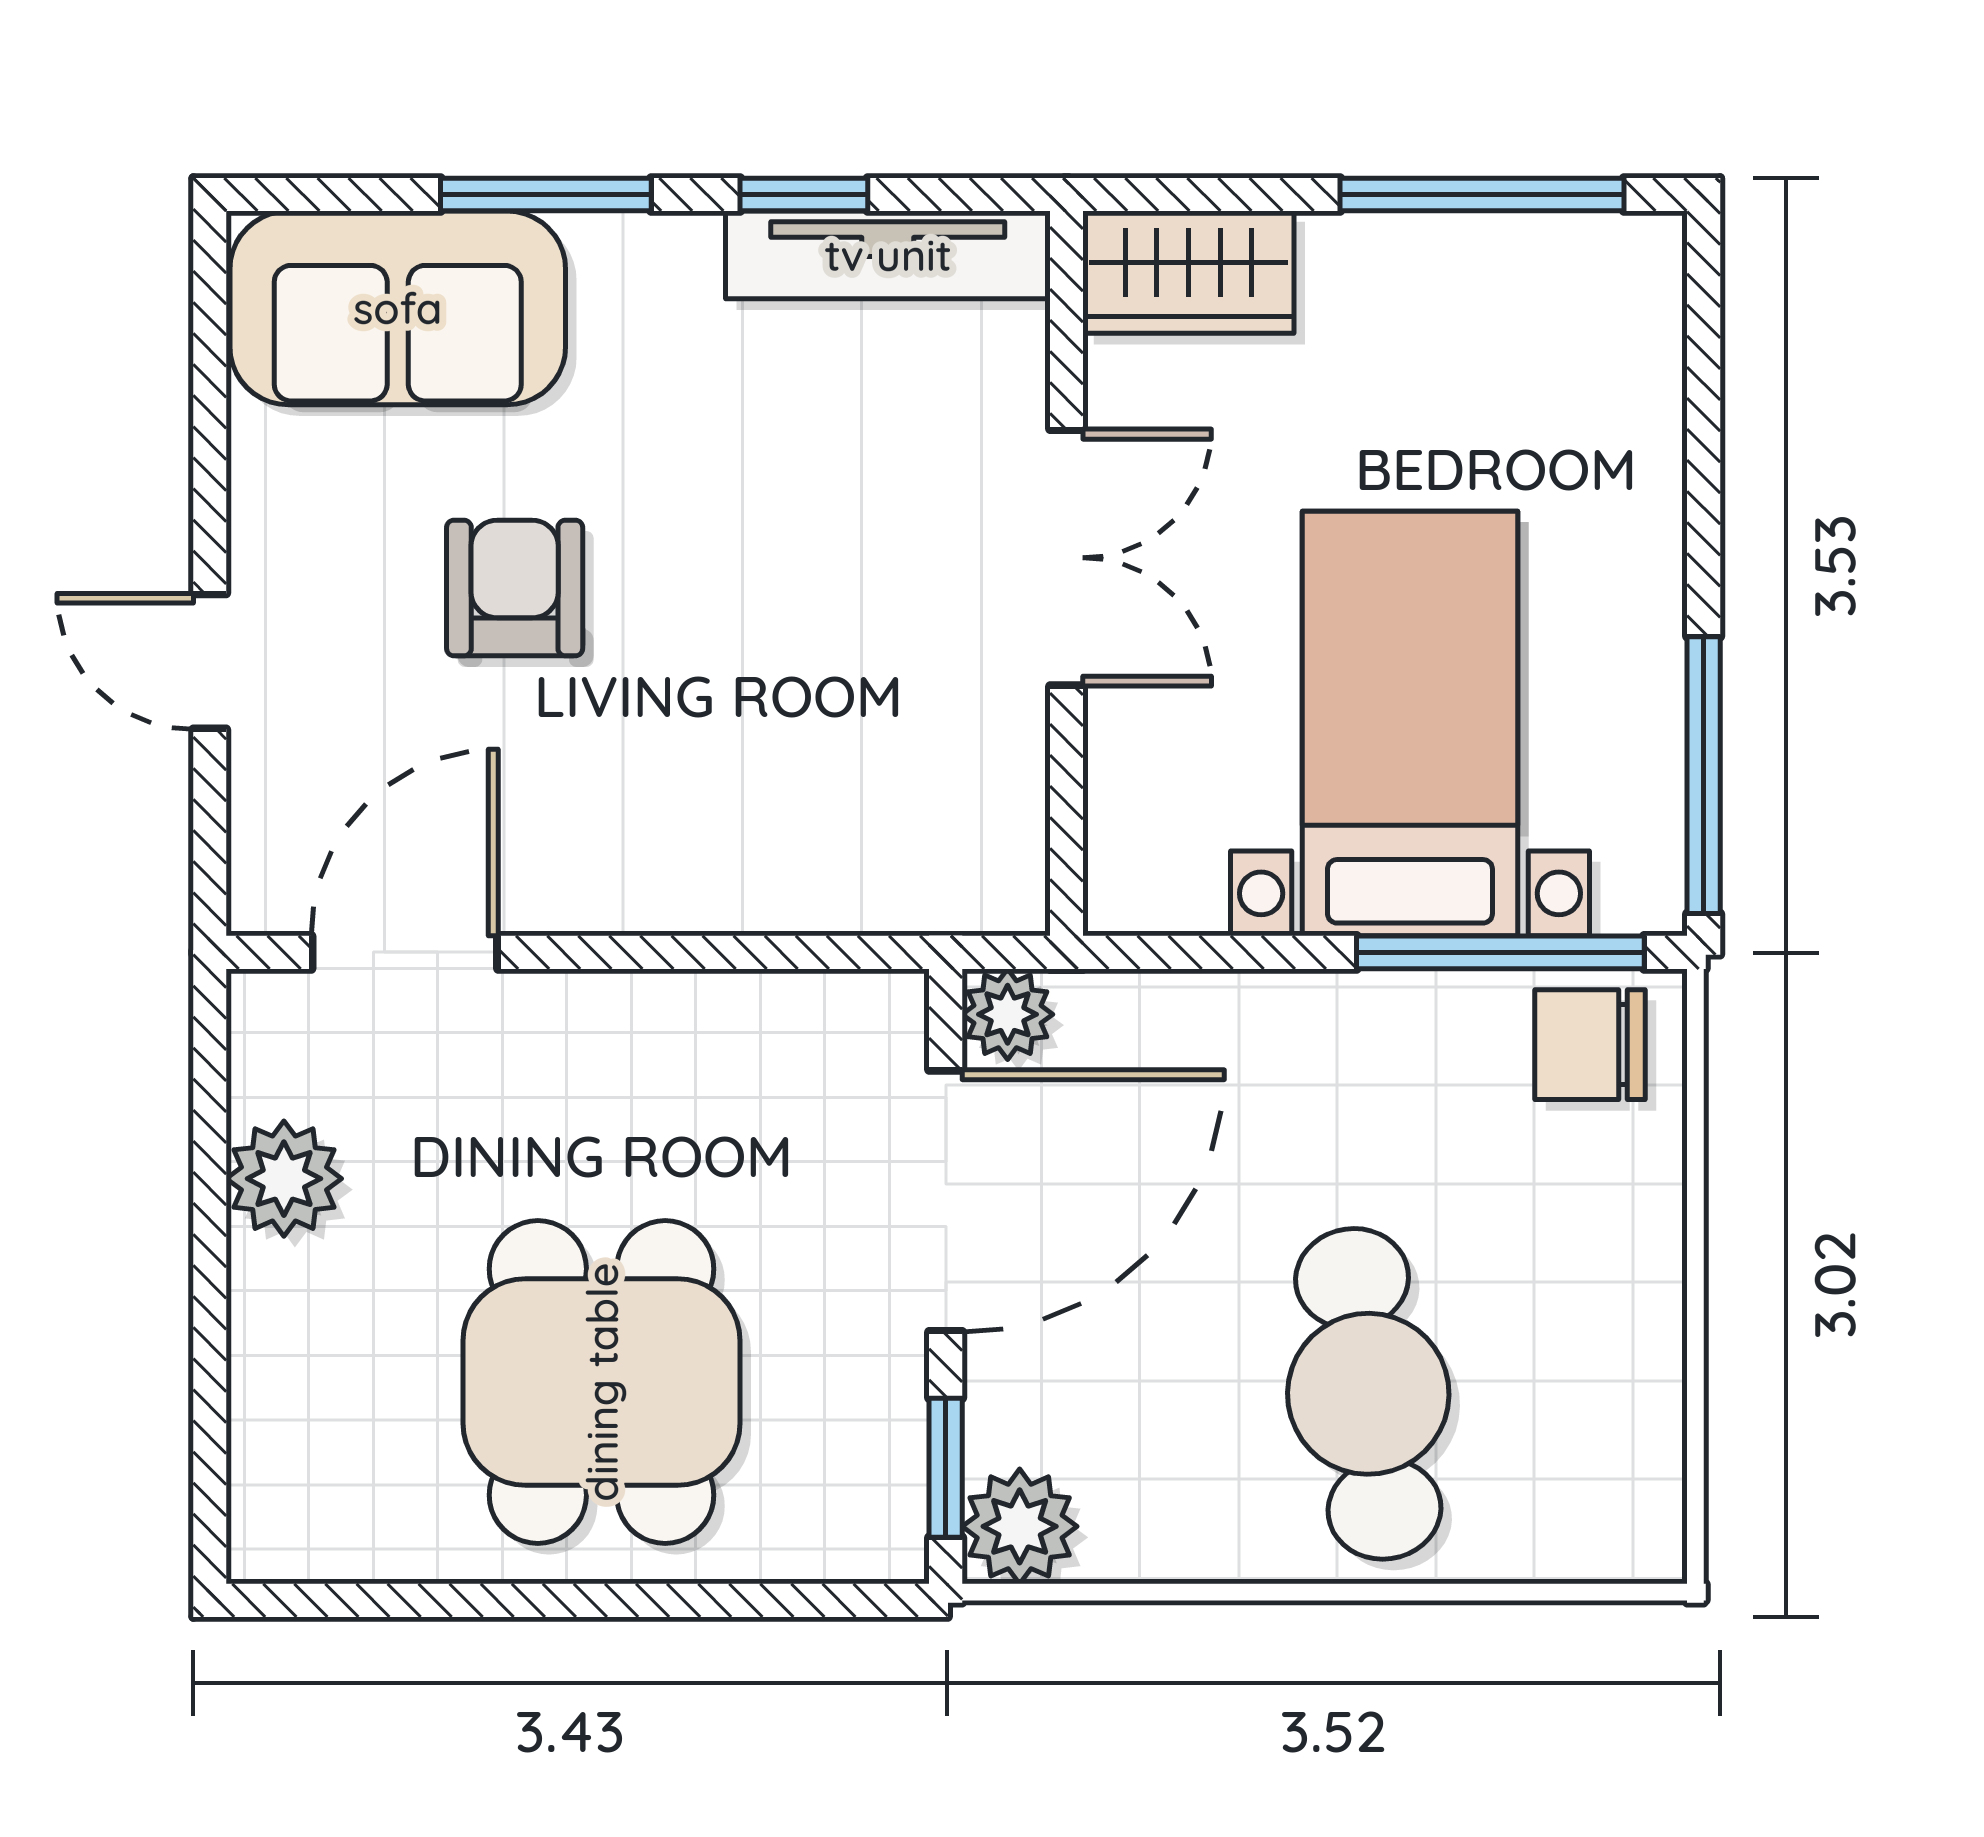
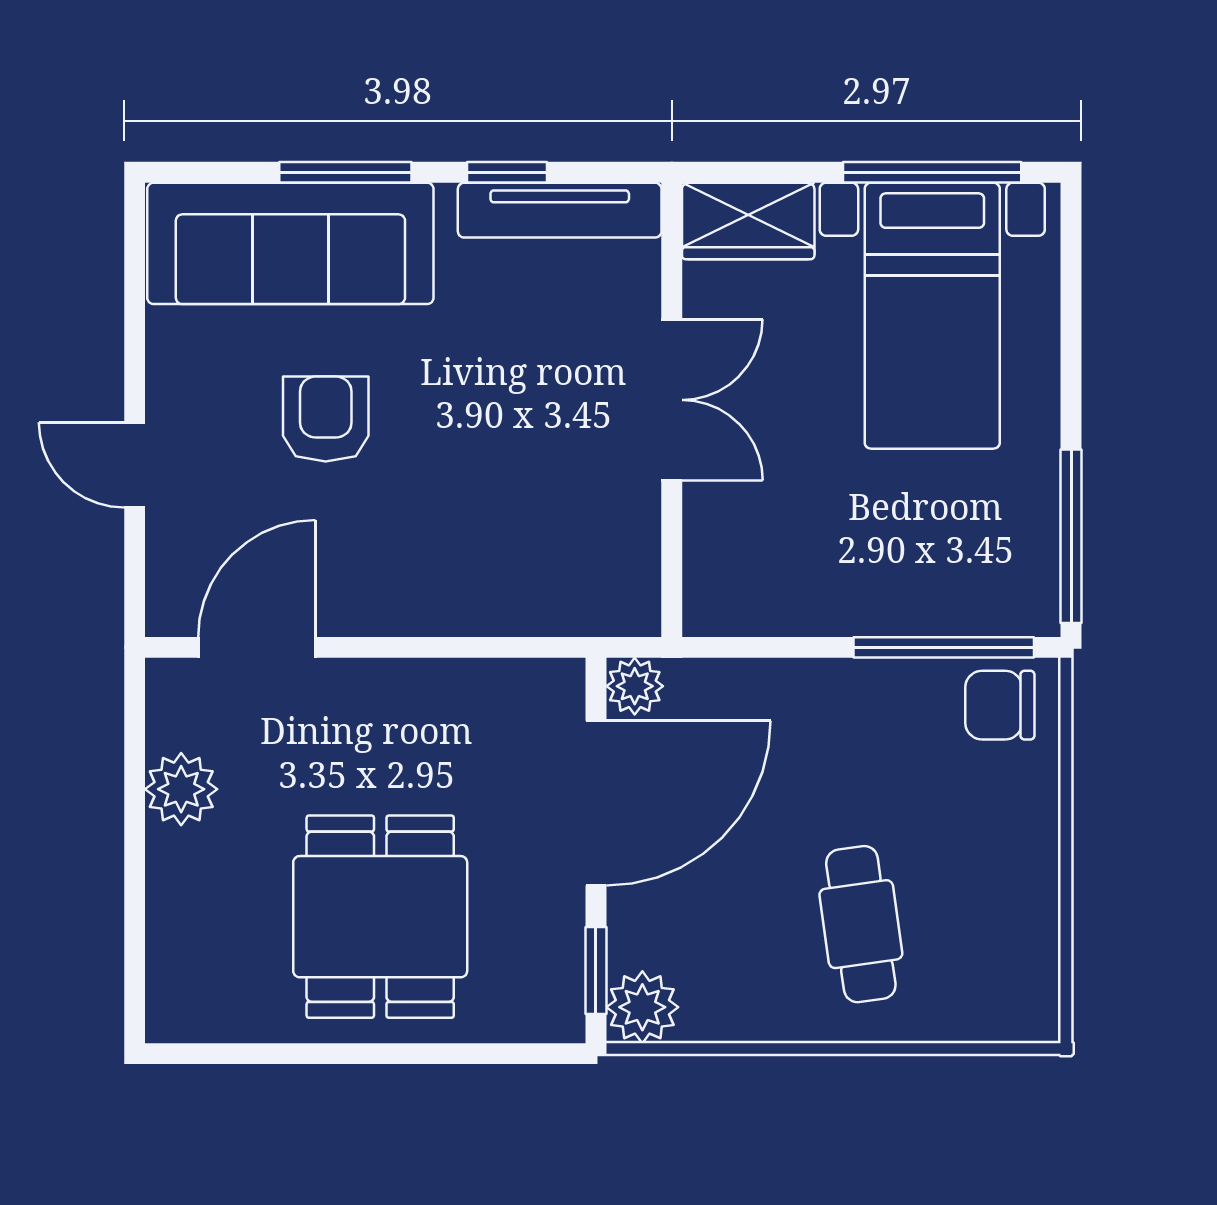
sofa: (398, 308) -> (290, 243), width x1.36
bed with nightstands: (1410, 724) -> (932, 316), moved, turned 180
cafe table: (1368, 1394) -> (861, 924), width x0.73, depth x0.74

